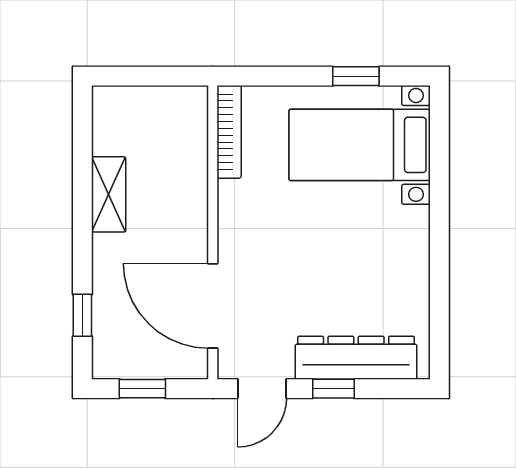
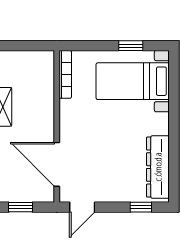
dresser: (356, 358) -> (158, 167), moved, turned -90
window: (334, 389) -> (141, 207), moved

